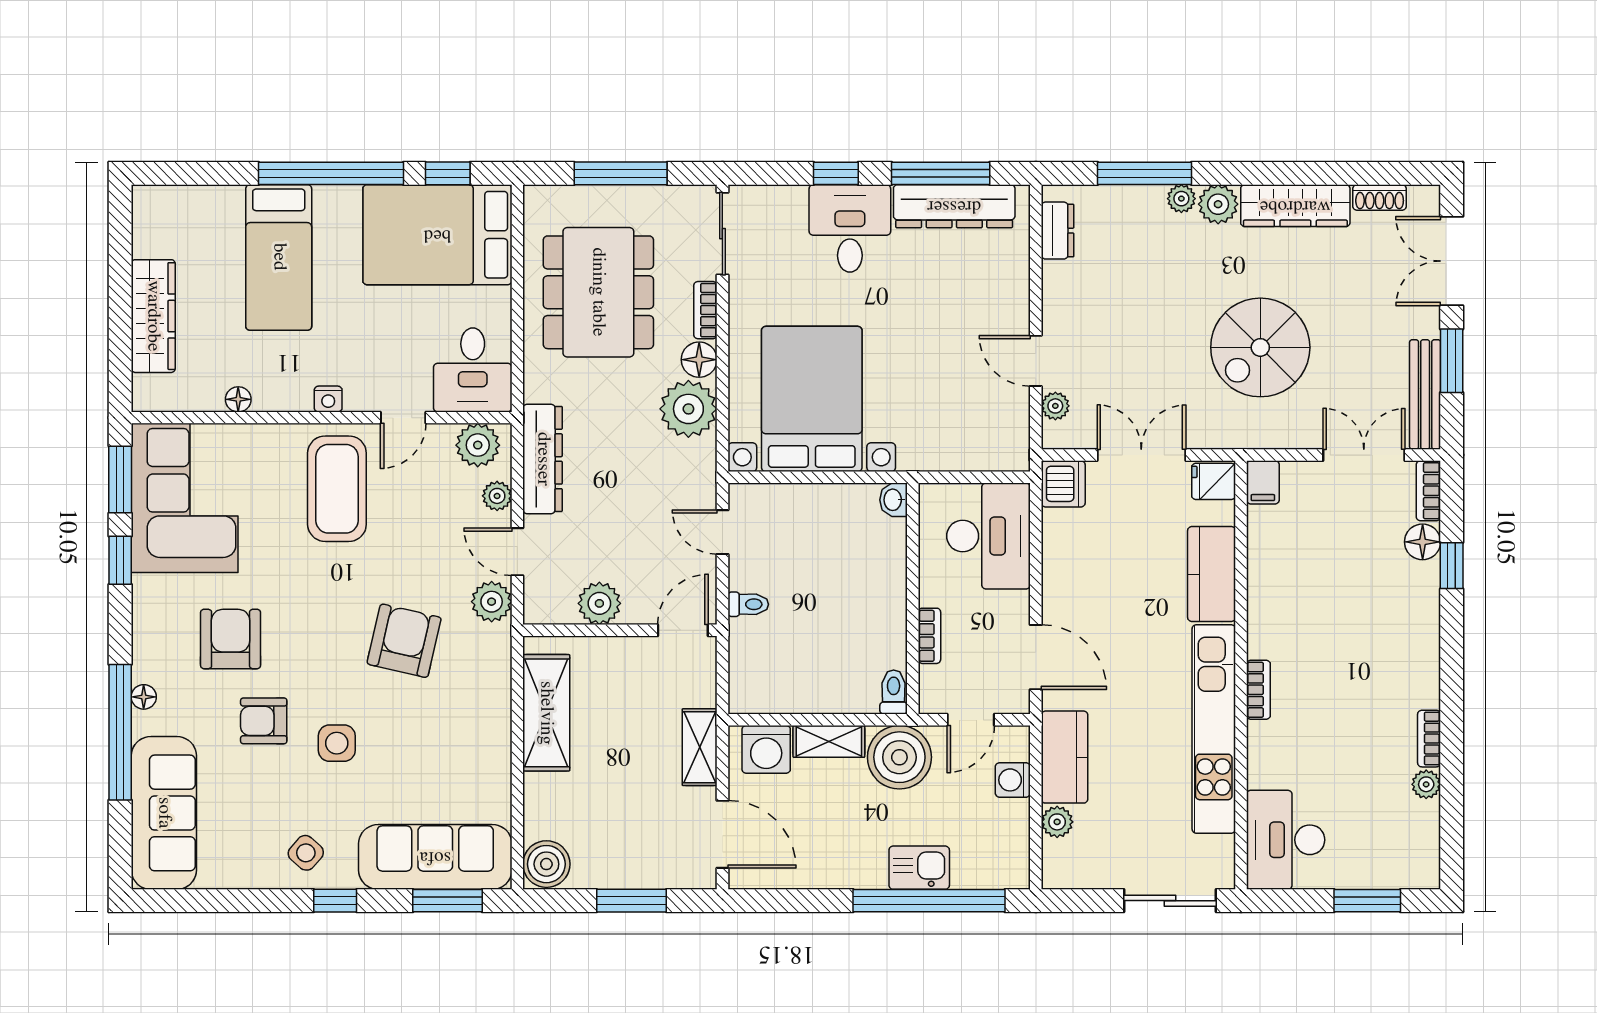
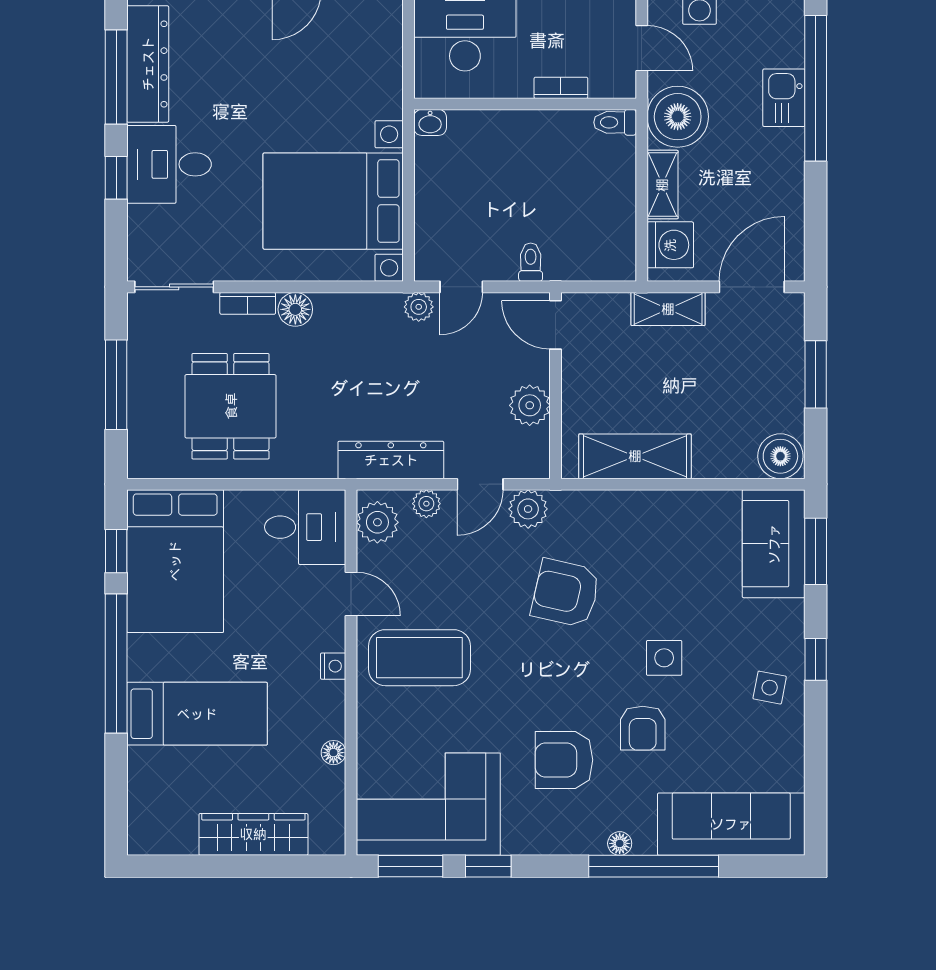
dining table: (598, 292) -> (231, 406), width x0.73
plant: (688, 409) -> (419, 307), moved, width x0.53, depth x0.53
side table: (306, 853) -> (770, 688), turned -30
sofa: (435, 857) -> (774, 544), width x0.73

